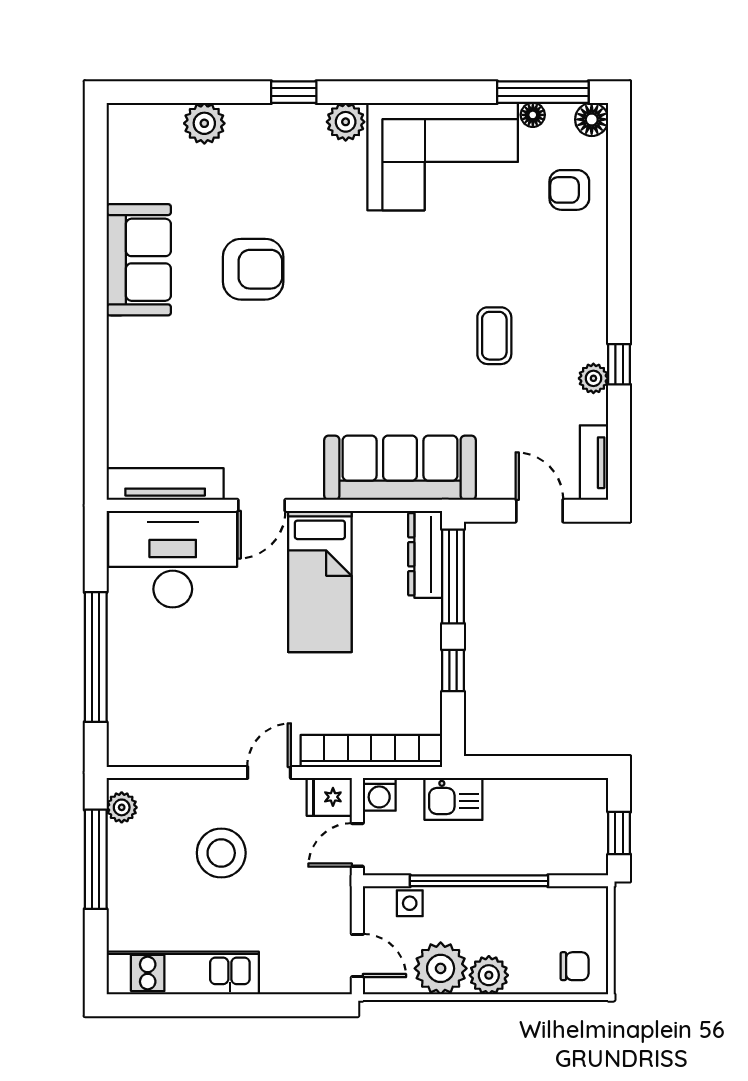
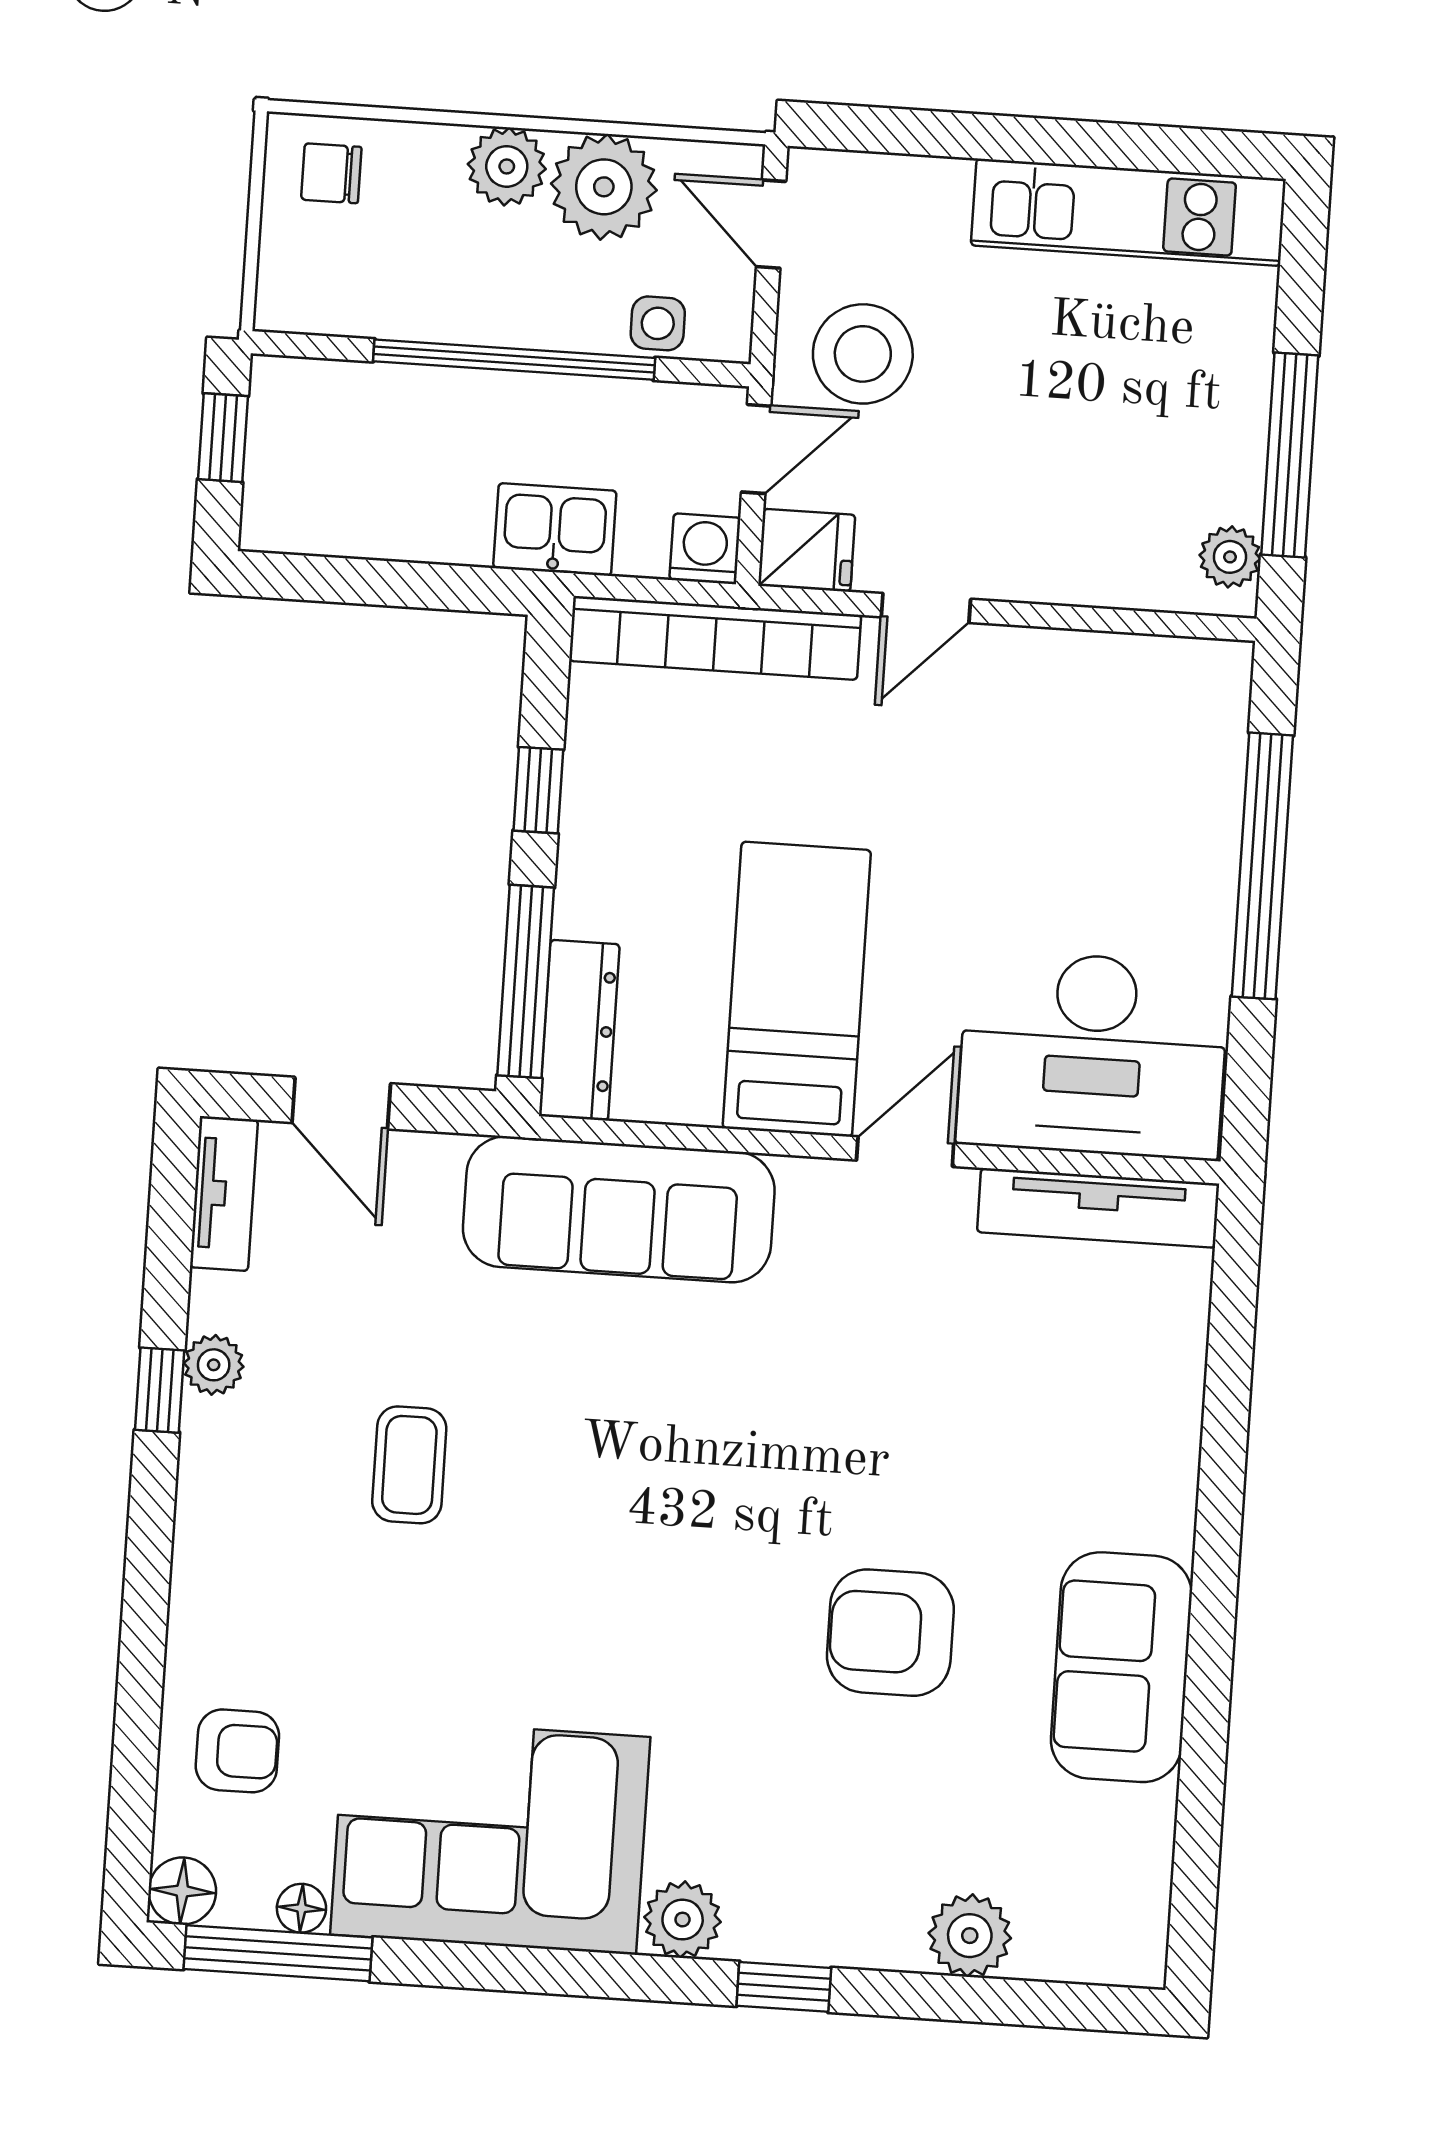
stool: (221, 853) -> (863, 354), moved

